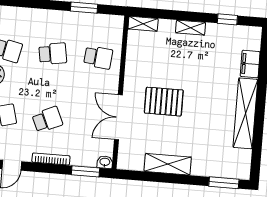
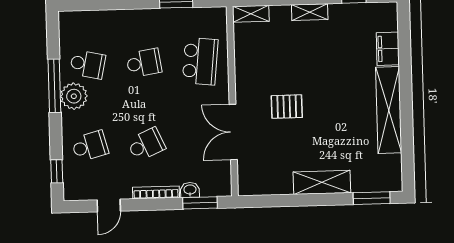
school desk: (98, 57) -> (200, 61), width x1.85
pallet: (164, 102) -> (287, 107), width x0.67, depth x0.71
washbasin: (105, 162) -> (190, 190), moved
shelving: (168, 164) -> (322, 182), moved

